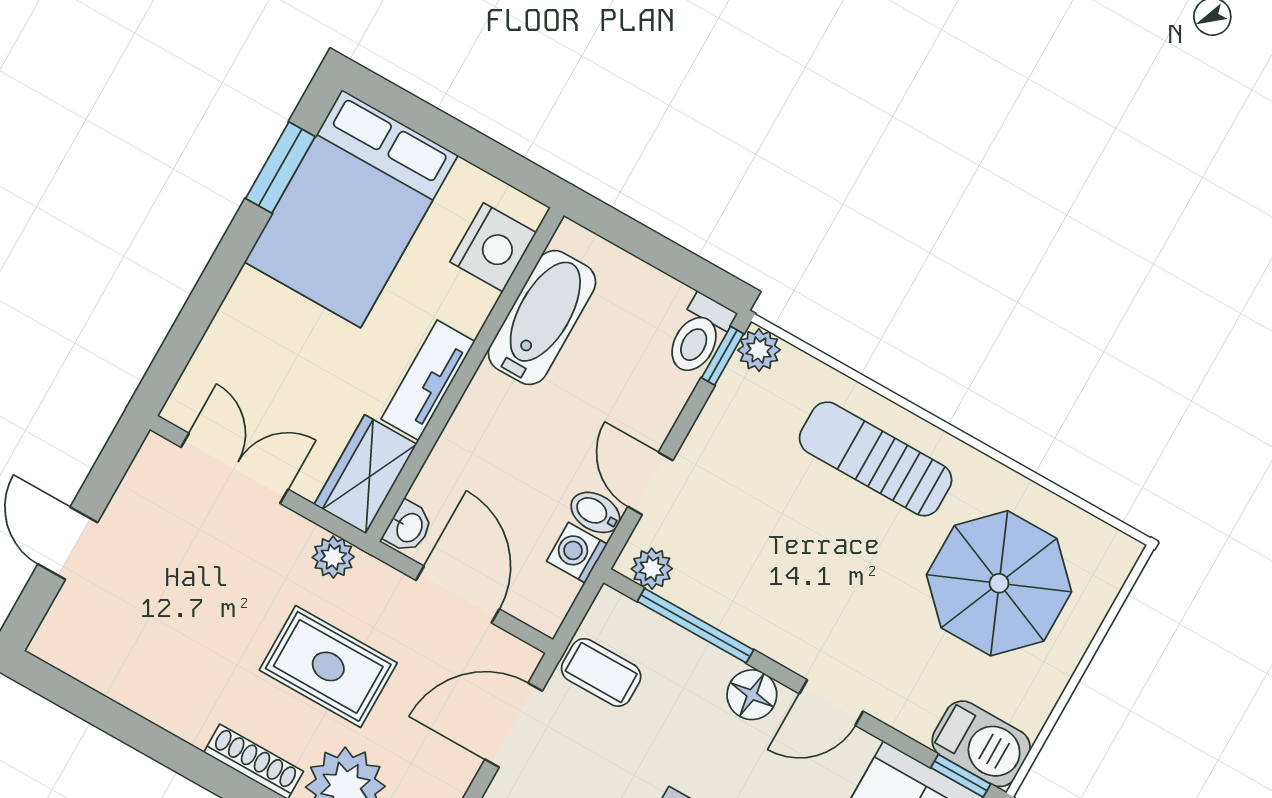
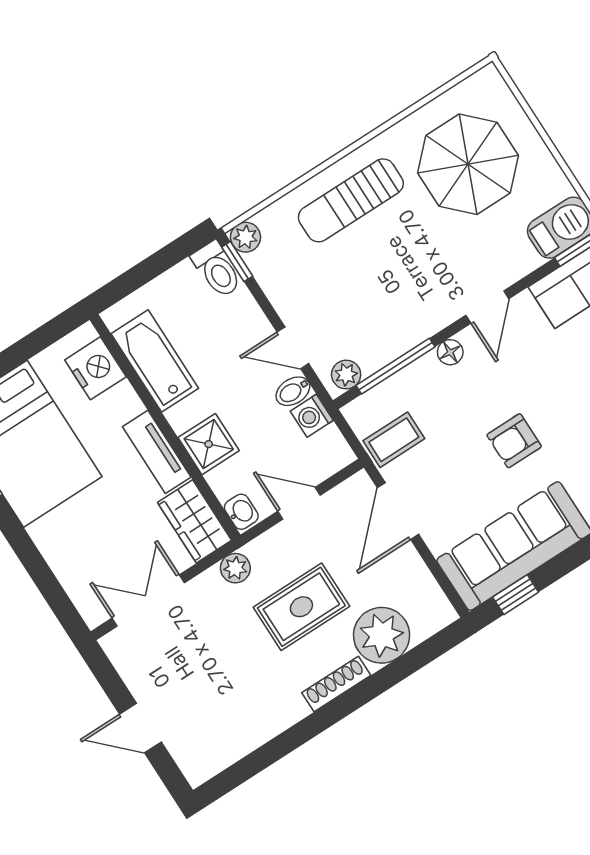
shower: (473, 441) -> (209, 444), added
door: (458, 595) -> (299, 503), width x0.73
floor lamp: (752, 695) -> (450, 352), width x0.73, depth x0.73

